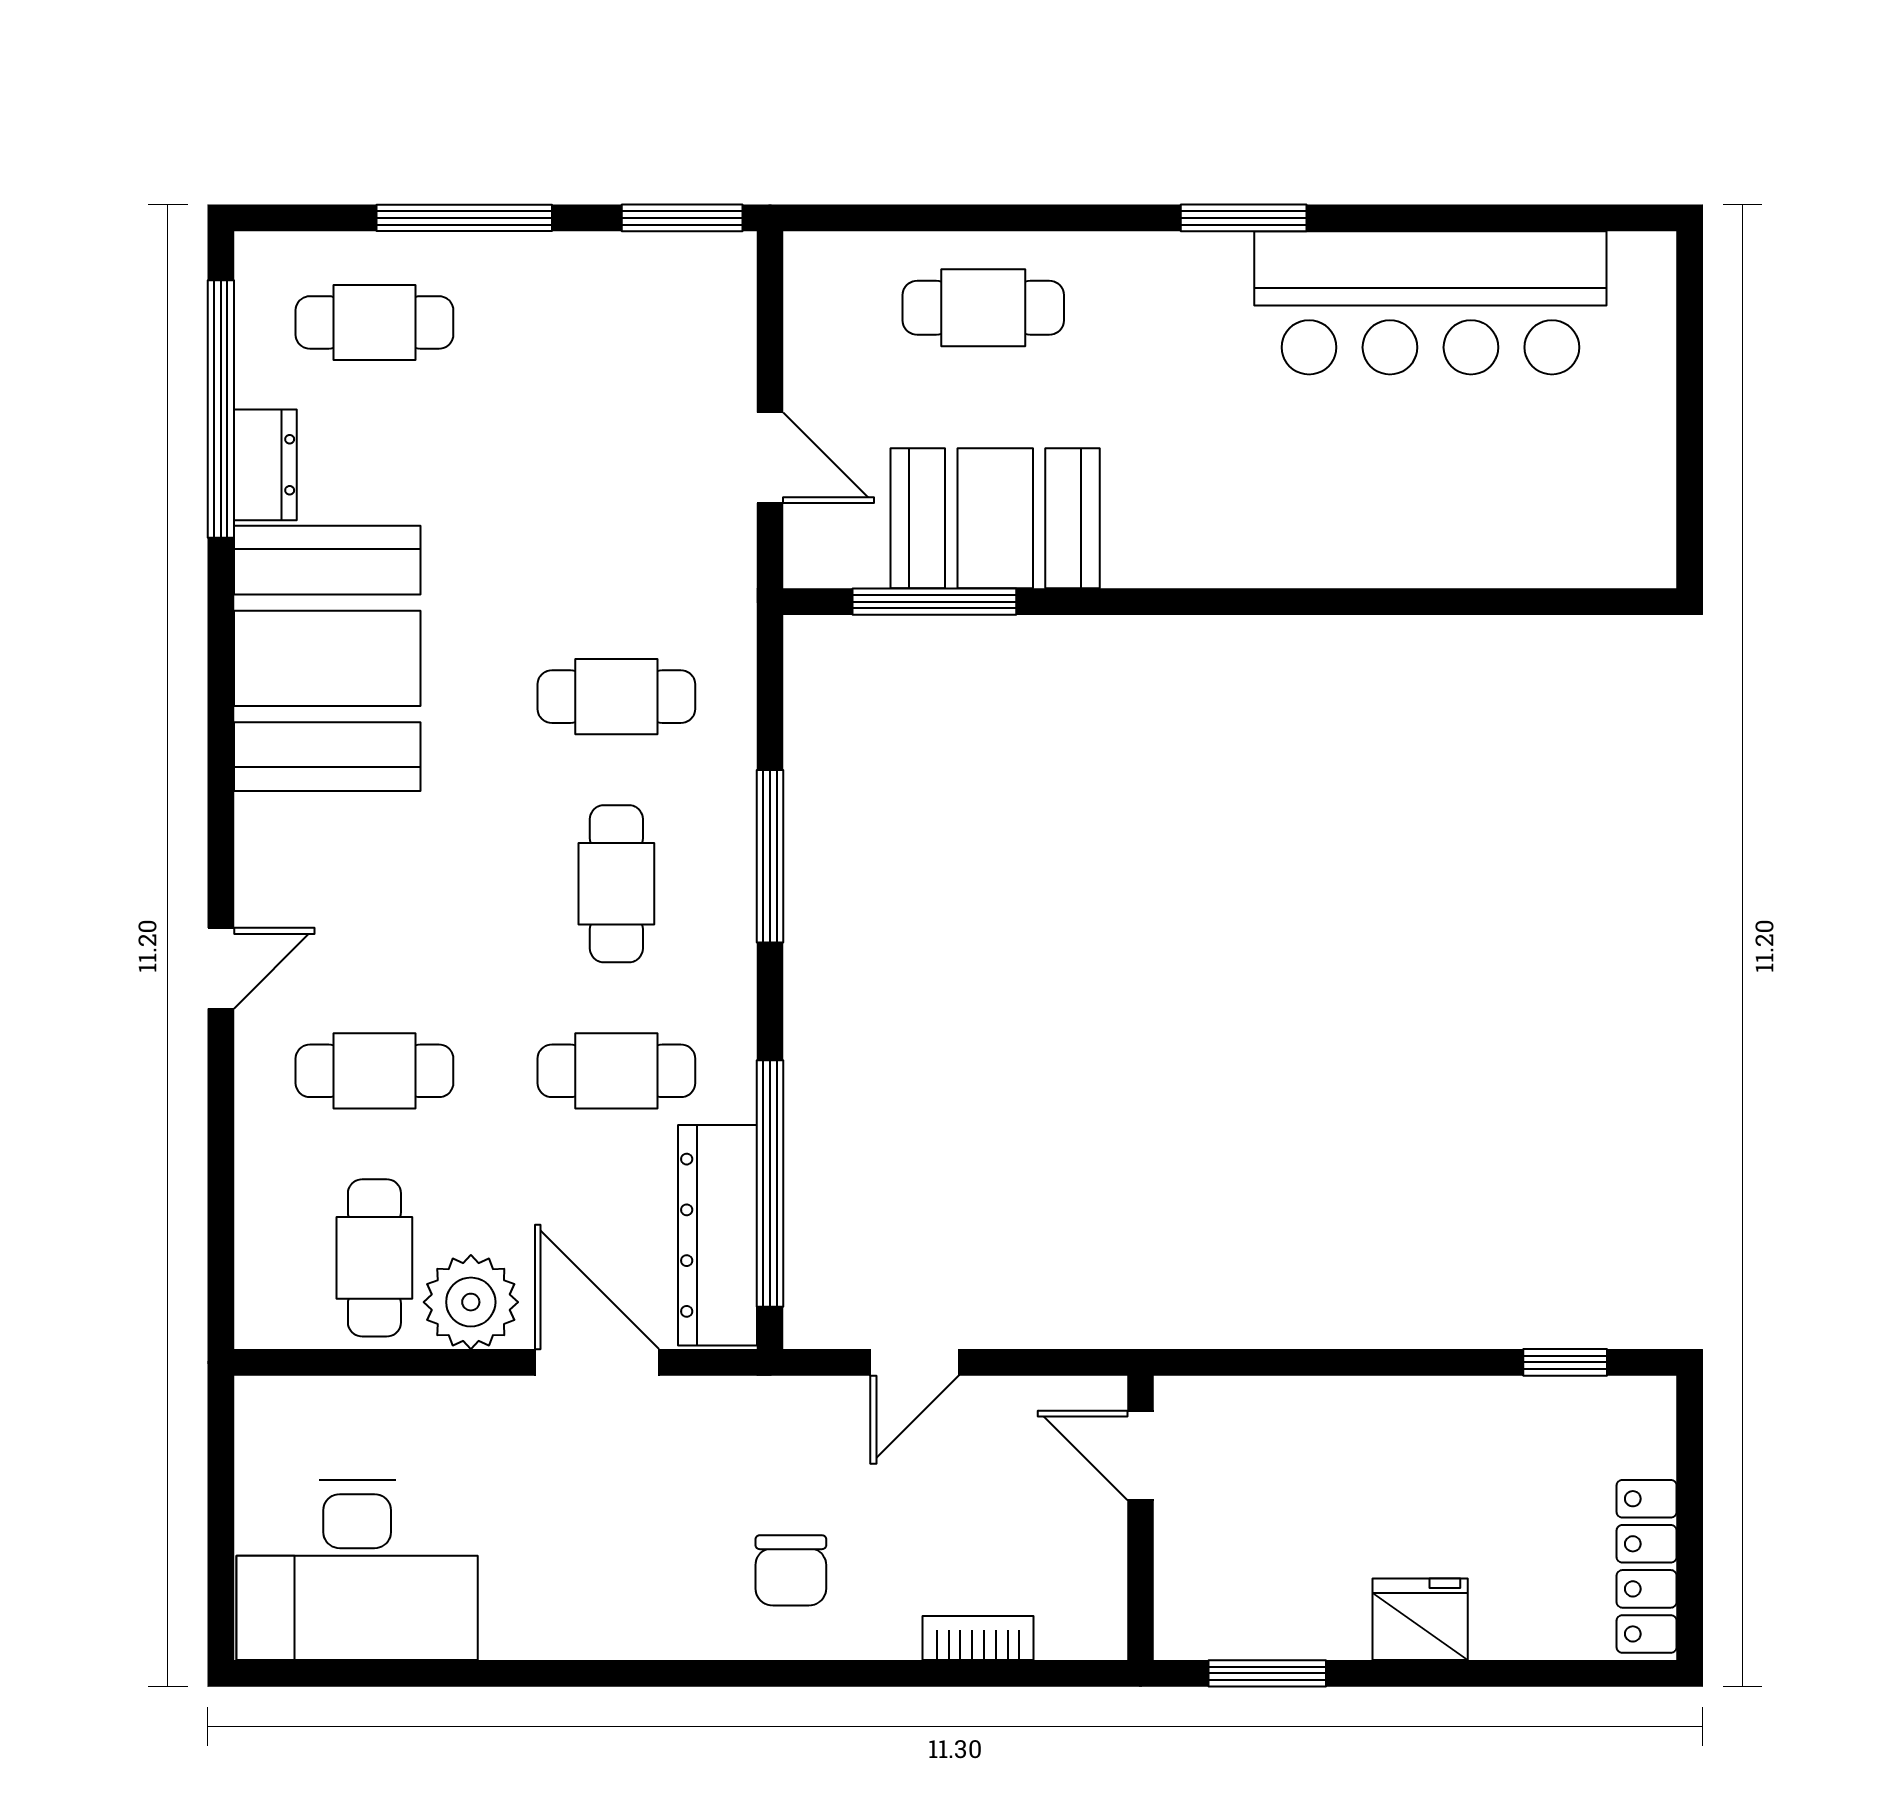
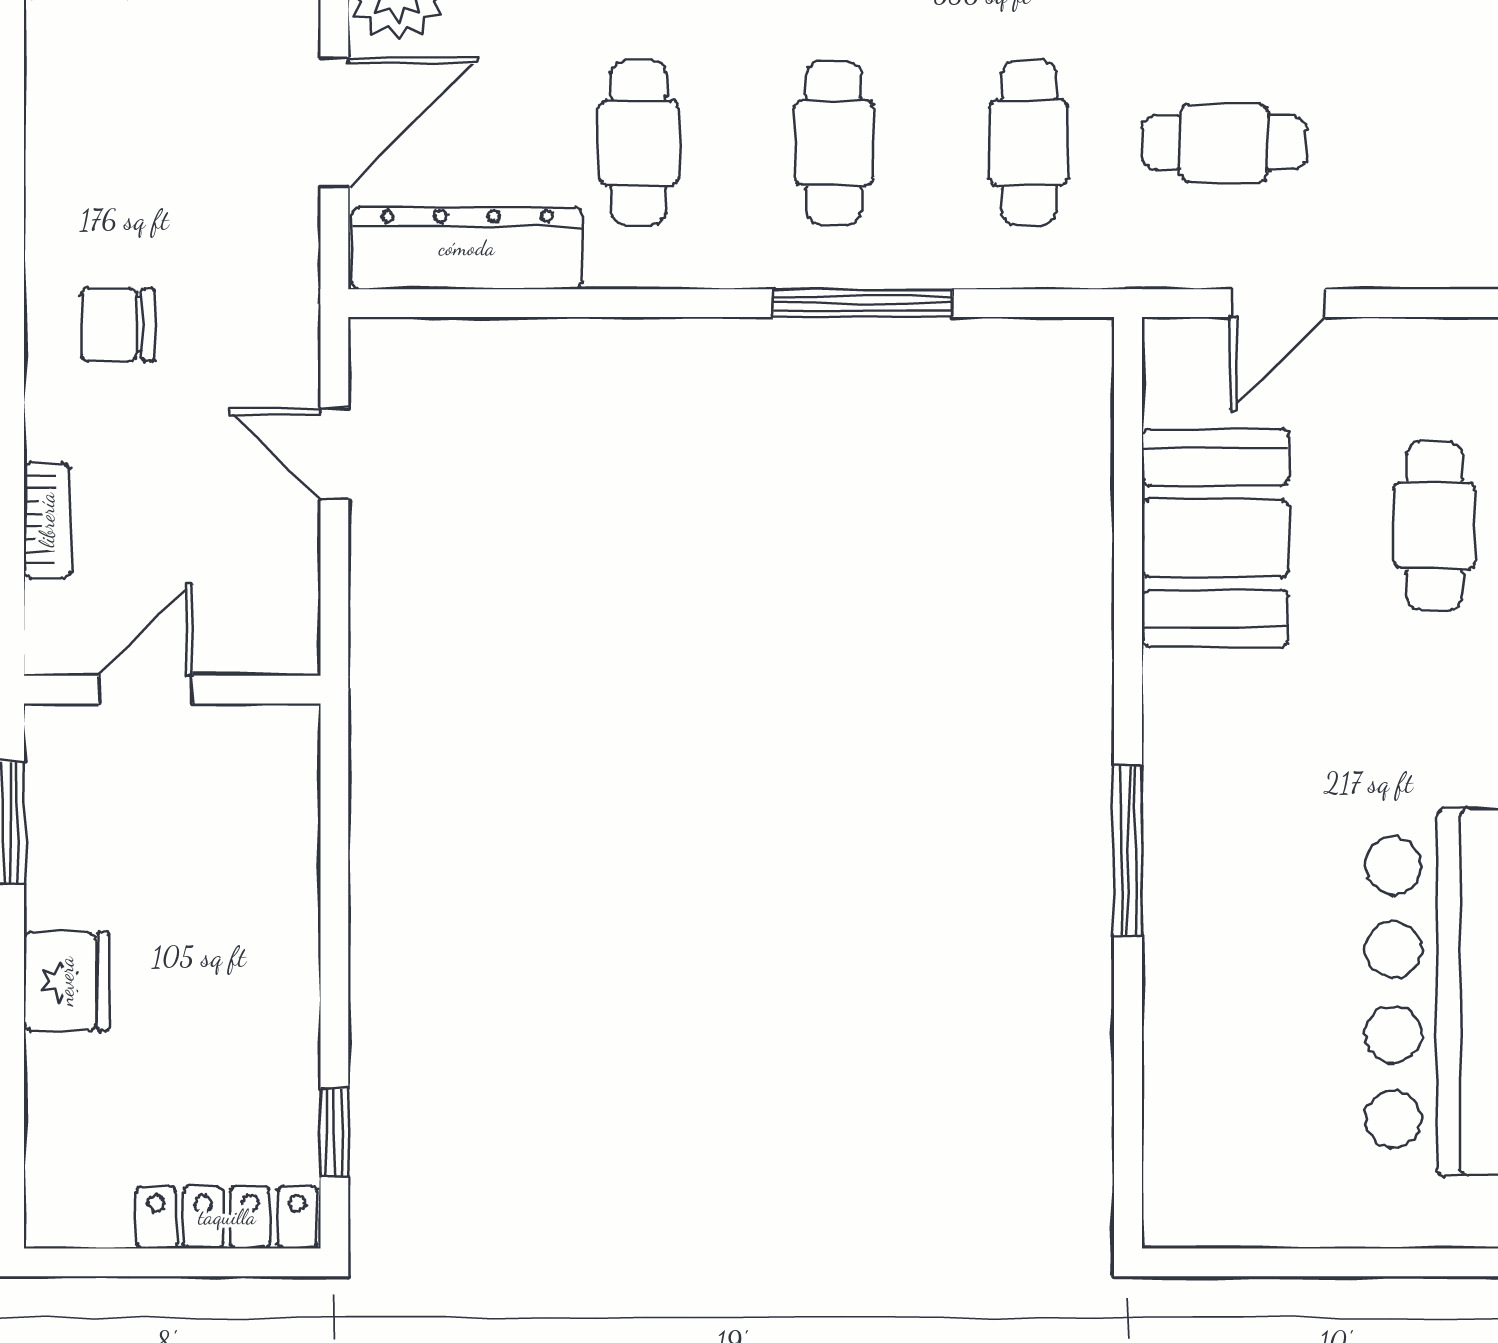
cafe table: (616, 510) -> (1224, 143), added
window: (934, 602) -> (1128, 851), moved
cafe table: (616, 884) -> (834, 143), turned 90
window: (770, 1184) -> (521, 303), removed
door: (1140, 1455) -> (146, 690), moved
locker: (1647, 1566) -> (227, 1217), moved

